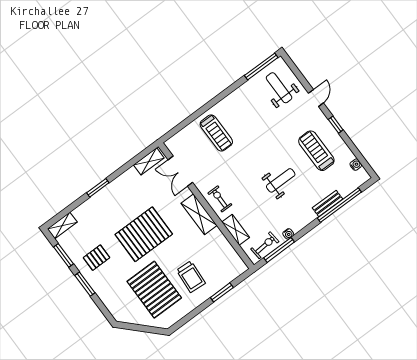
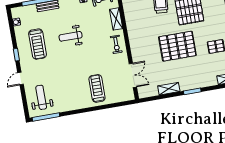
weight bench: (279, 88) -> (41, 97), turned 180
shelving: (149, 161) -> (169, 89), moved
shelving: (199, 214) -> (135, 41), removed

